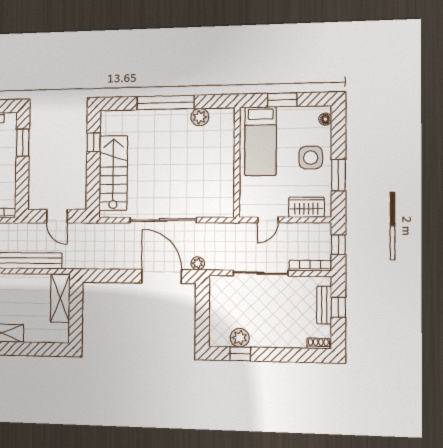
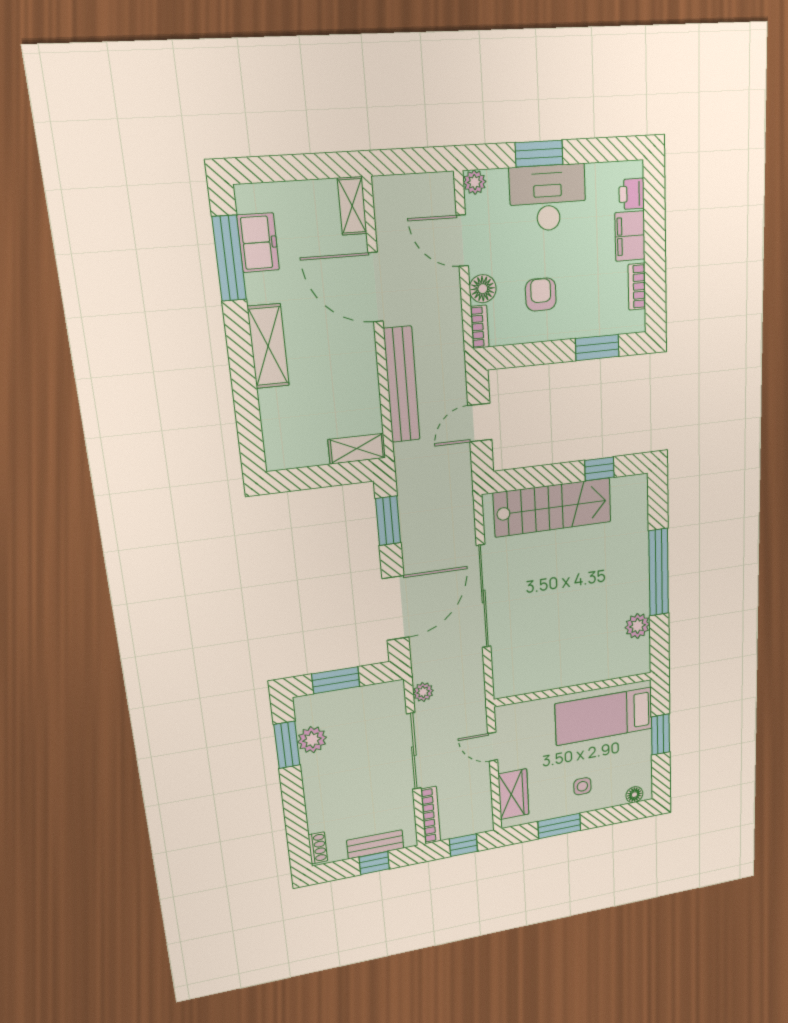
side table: (311, 158) -> (582, 786), width x0.54, depth x0.54
plant: (198, 263) -> (423, 692), moved
window: (107, 276) -> (388, 521), added
shelving: (60, 298) -> (357, 449), width x0.67, depth x0.75
window: (202, 318) -> (336, 680), added
window: (240, 354) -> (287, 745), width x1.50

